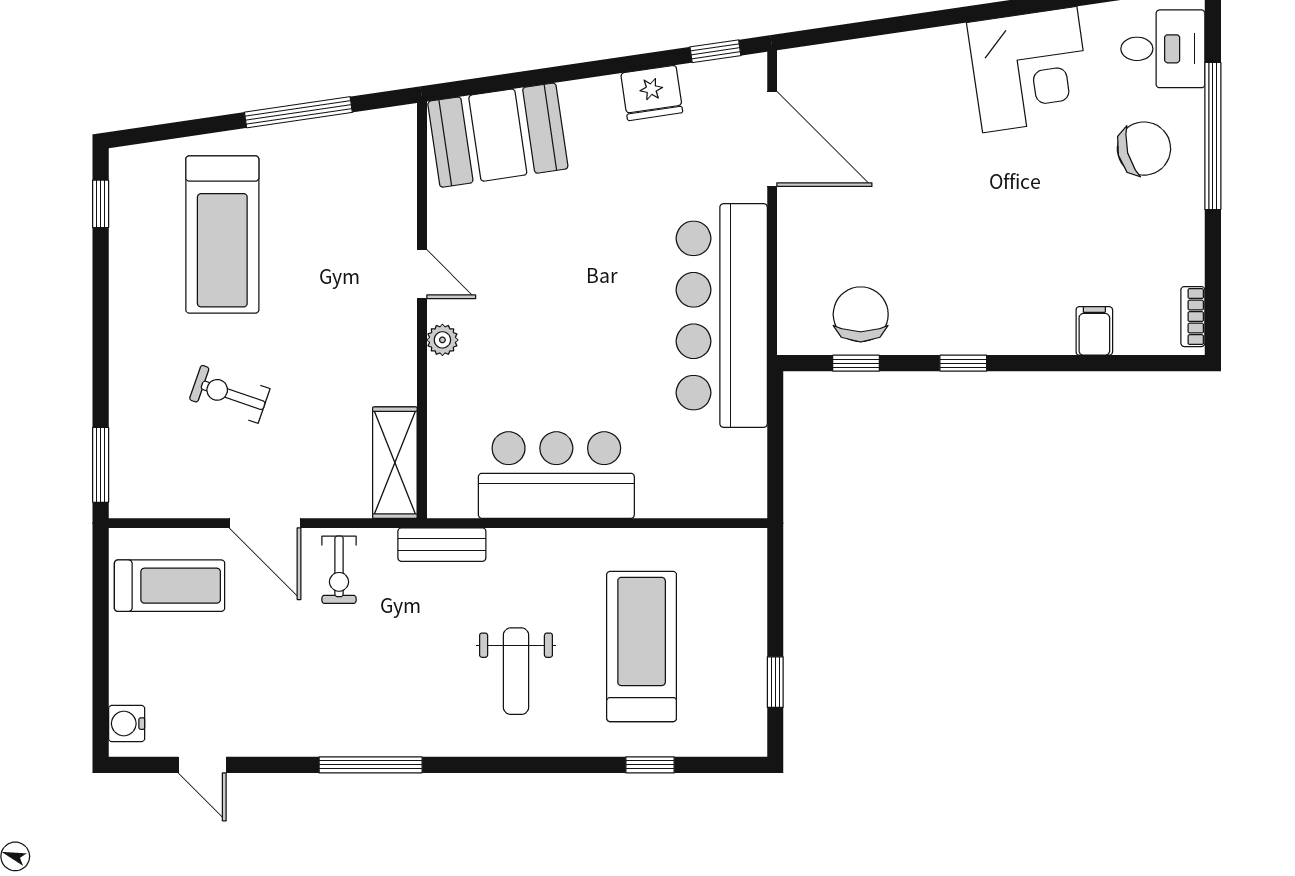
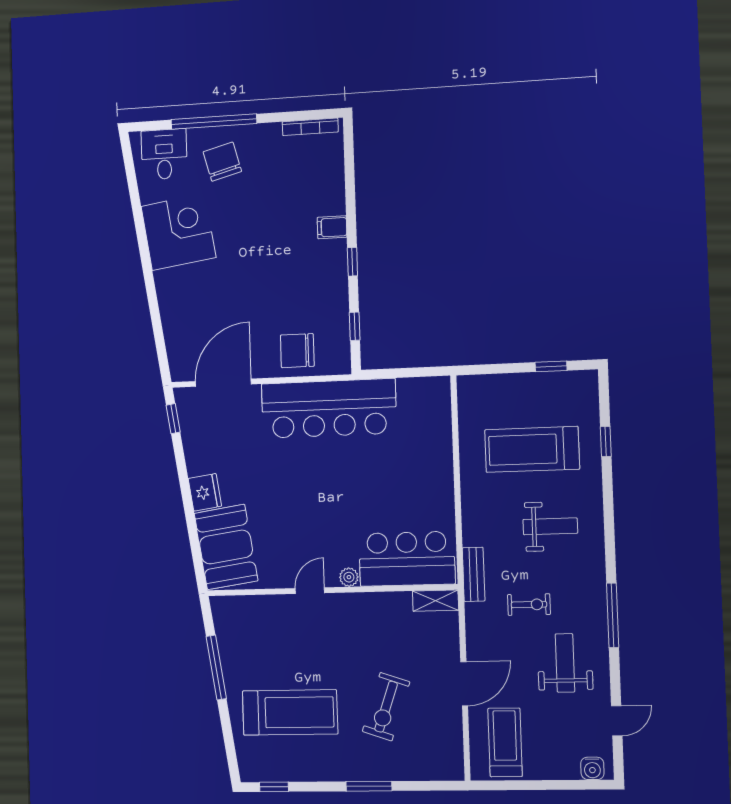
fridge: (652, 93) -> (205, 492), moved
chair: (861, 314) -> (297, 351), moved
bookcase: (1193, 317) -> (310, 127), width x1.56
filing cabinet: (1094, 331) -> (332, 227), moved
exercise bike: (230, 394) -> (386, 707), width x1.38, depth x1.39
shelving: (395, 463) -> (436, 601), width x0.67, depth x0.75
window: (101, 465) -> (369, 786), moved
bar counter: (556, 475) -> (407, 559), moved, turned 90
exercise bike: (339, 570) -> (529, 605), moved
weight bench: (296, 686) -> (565, 663), added

